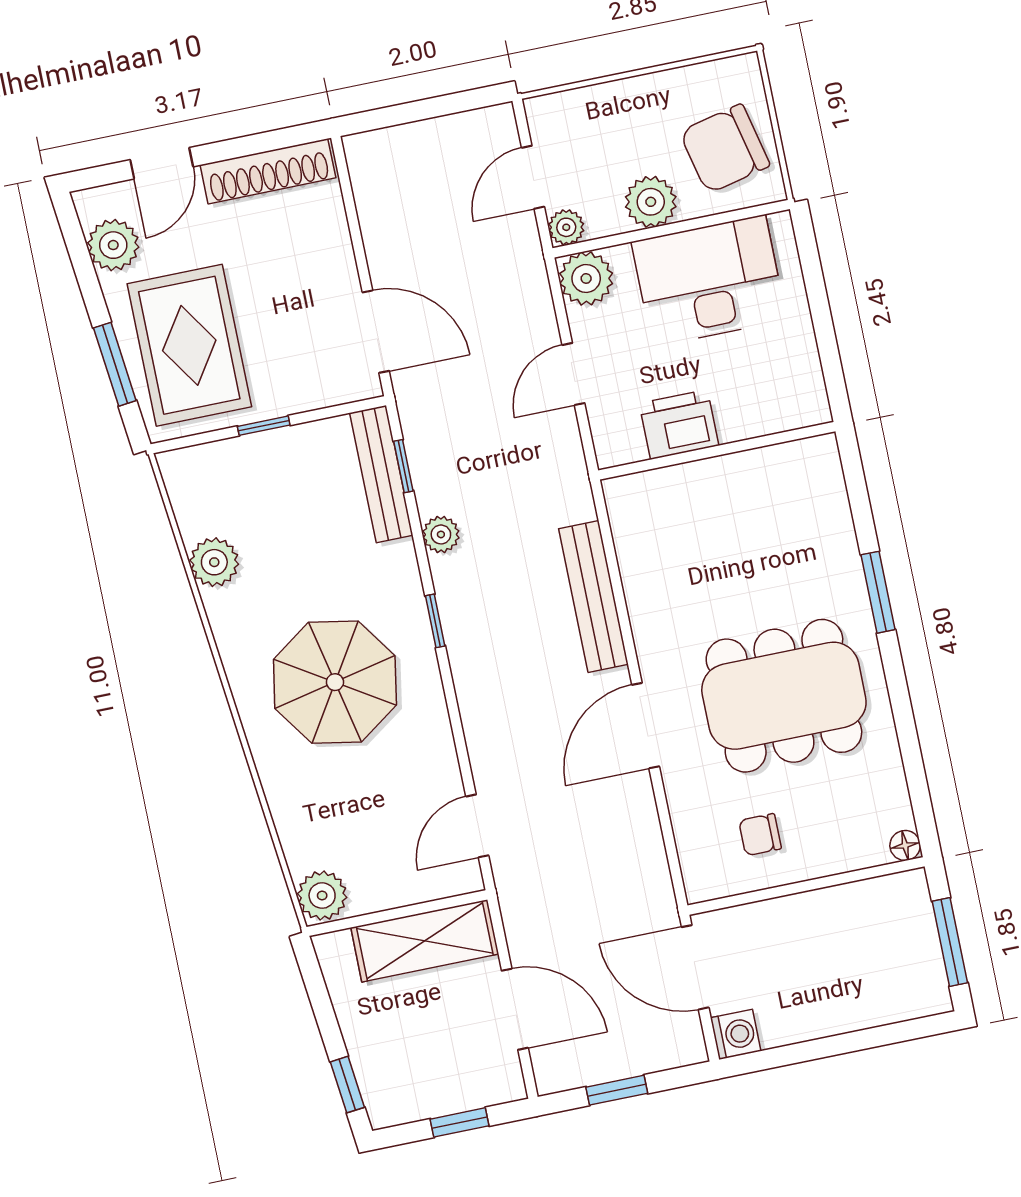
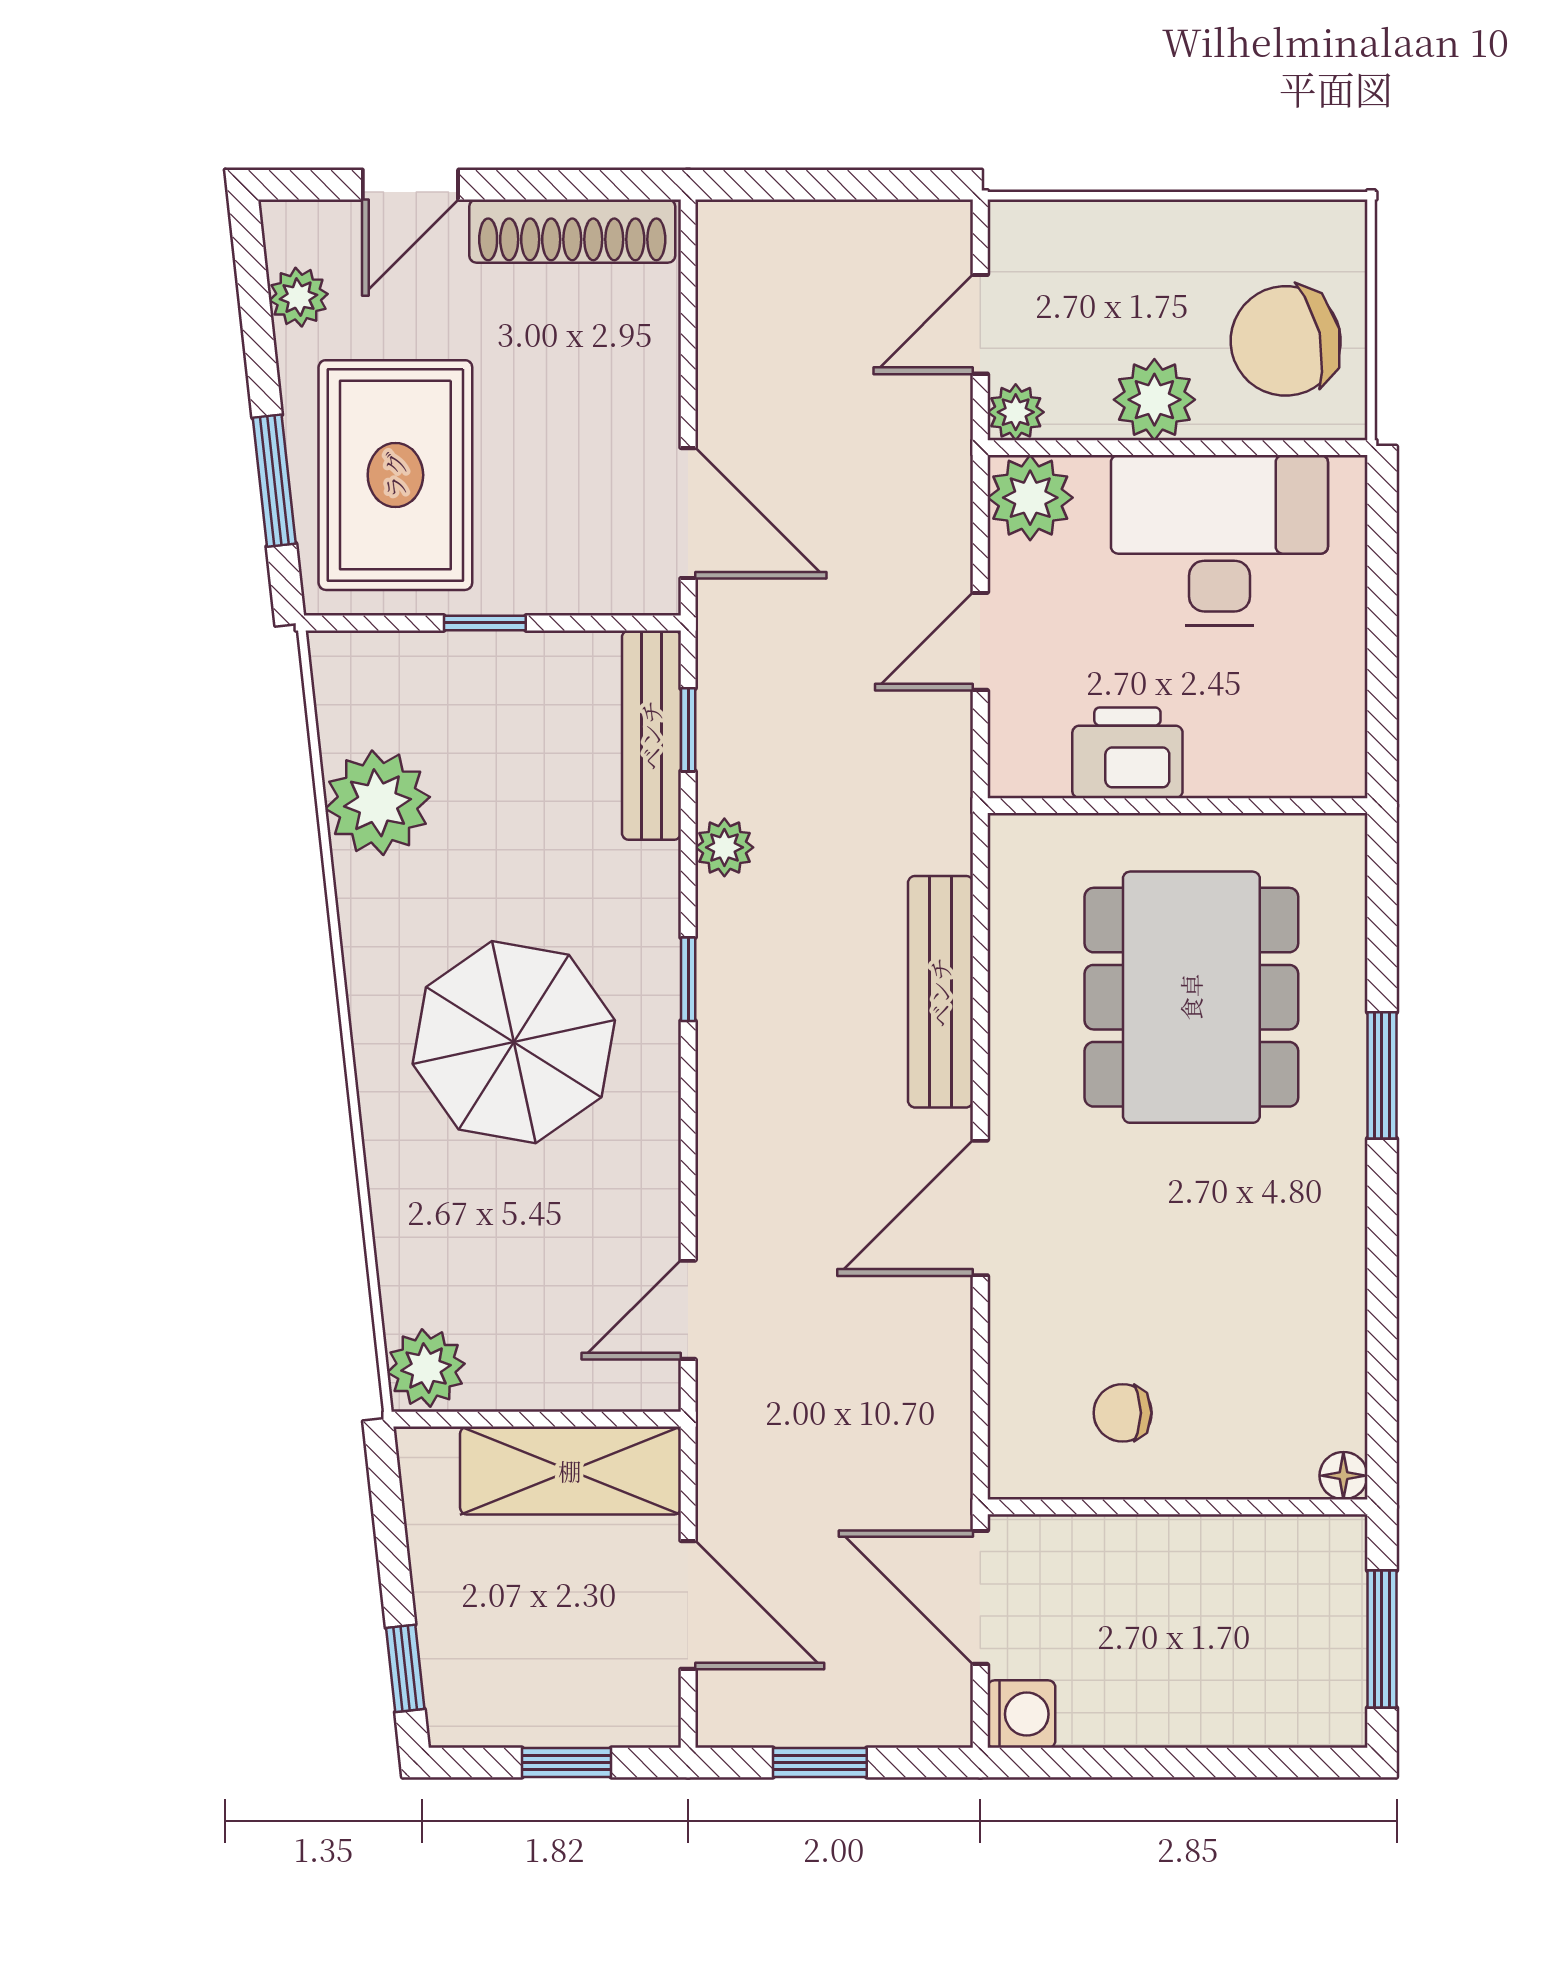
plant: (113, 245) -> (299, 297), width x0.73, depth x0.73
plant: (214, 562) -> (378, 803), width x1.36, depth x1.36
dining table: (784, 696) -> (1191, 997), moved, turned 90

